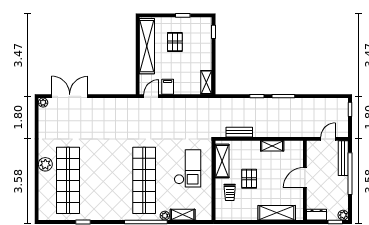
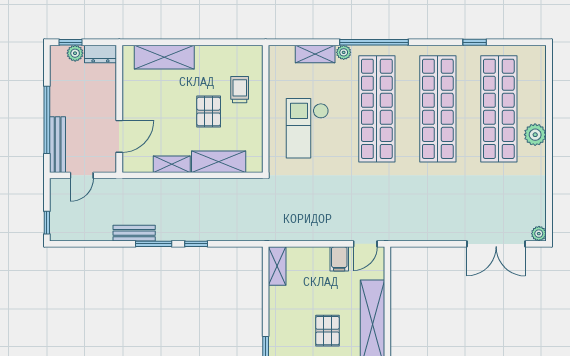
bench: (239, 132) -> (134, 233), moved
shelving: (222, 161) -> (219, 162), moved, turned 90
door: (305, 178) -> (119, 136), moved
shop shelf: (106, 180) -> (438, 109), added
plant: (343, 215) -> (75, 53), moved

